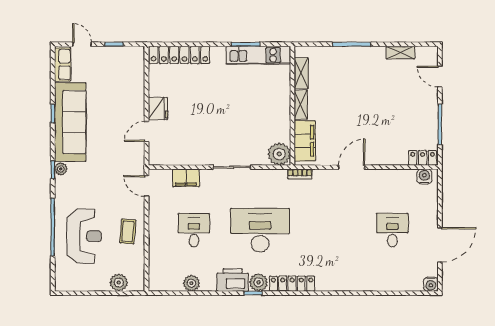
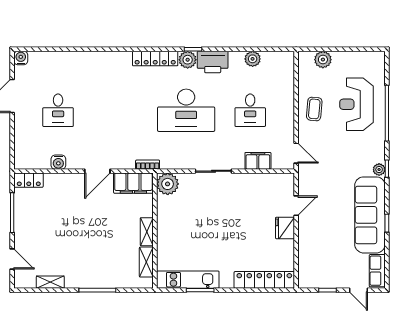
filing cabinet: (305, 141) -> (133, 183), moved, turned -90
water cooler: (424, 176) -> (58, 162), moved

